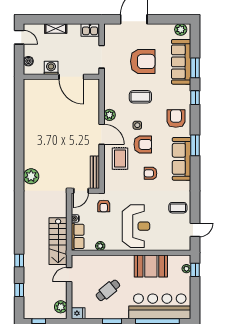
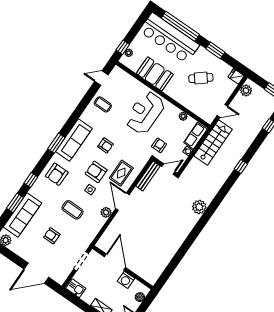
armchair: (143, 61) -> (52, 236), width x0.53, depth x0.53
window: (19, 260) -> (241, 166), moved

